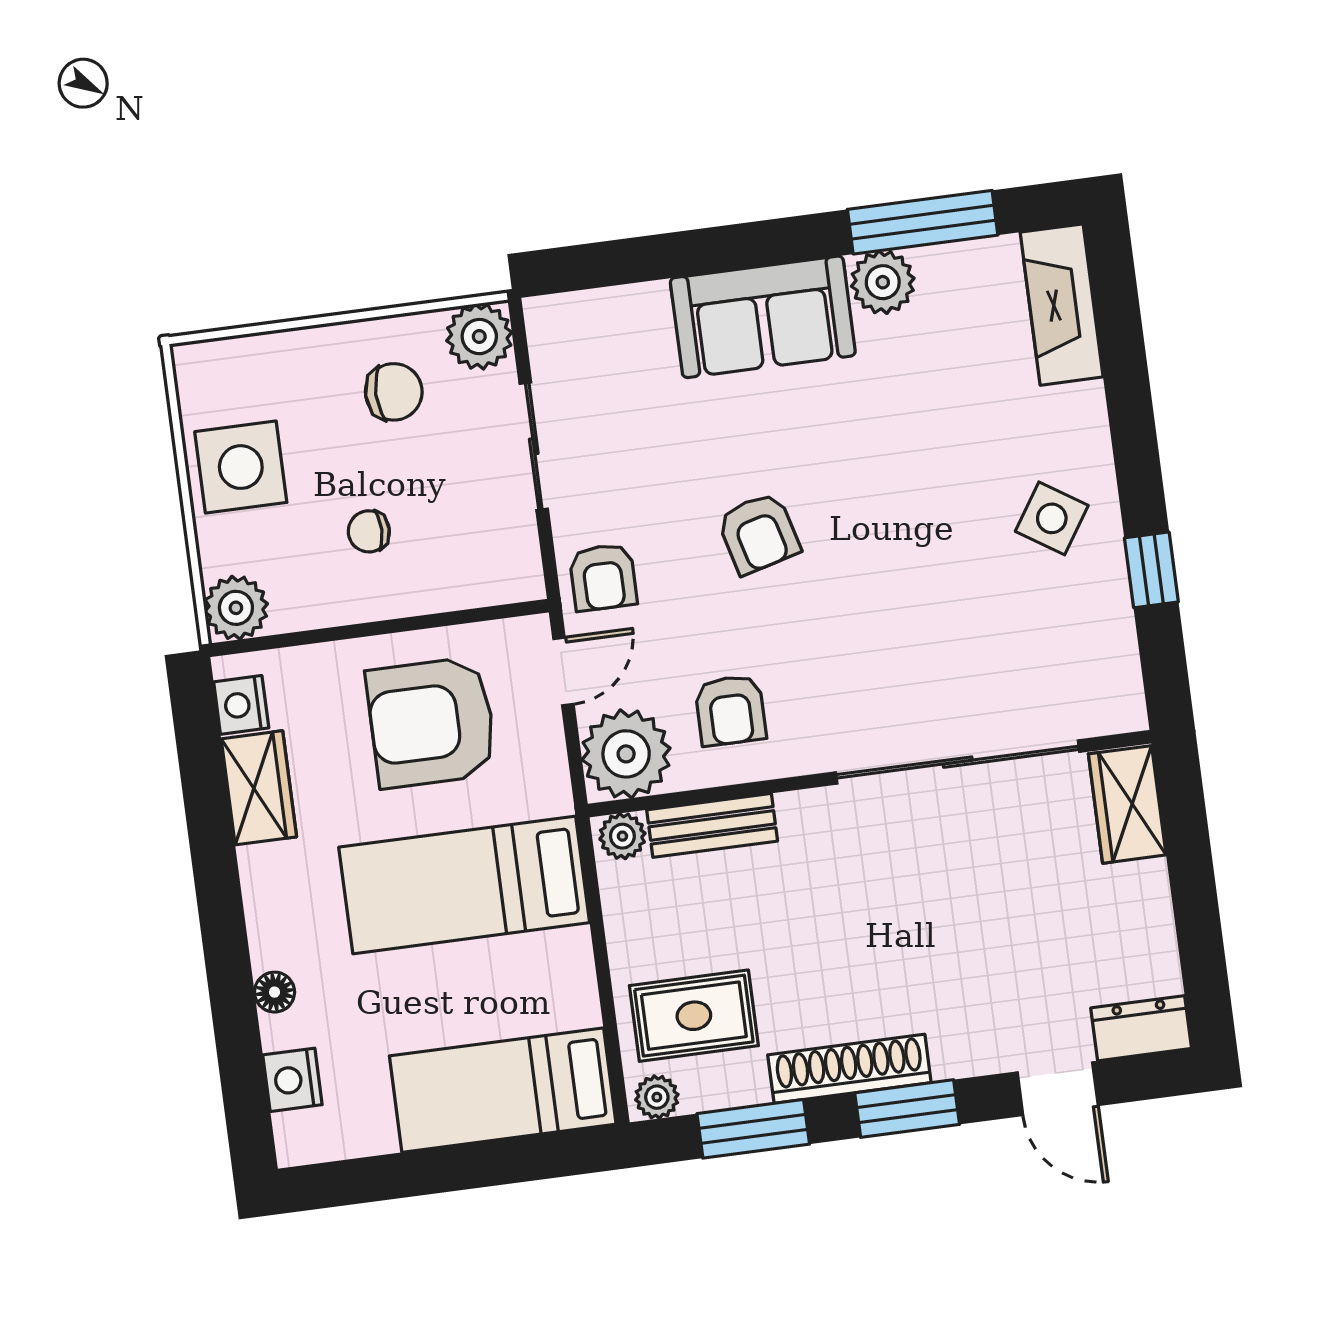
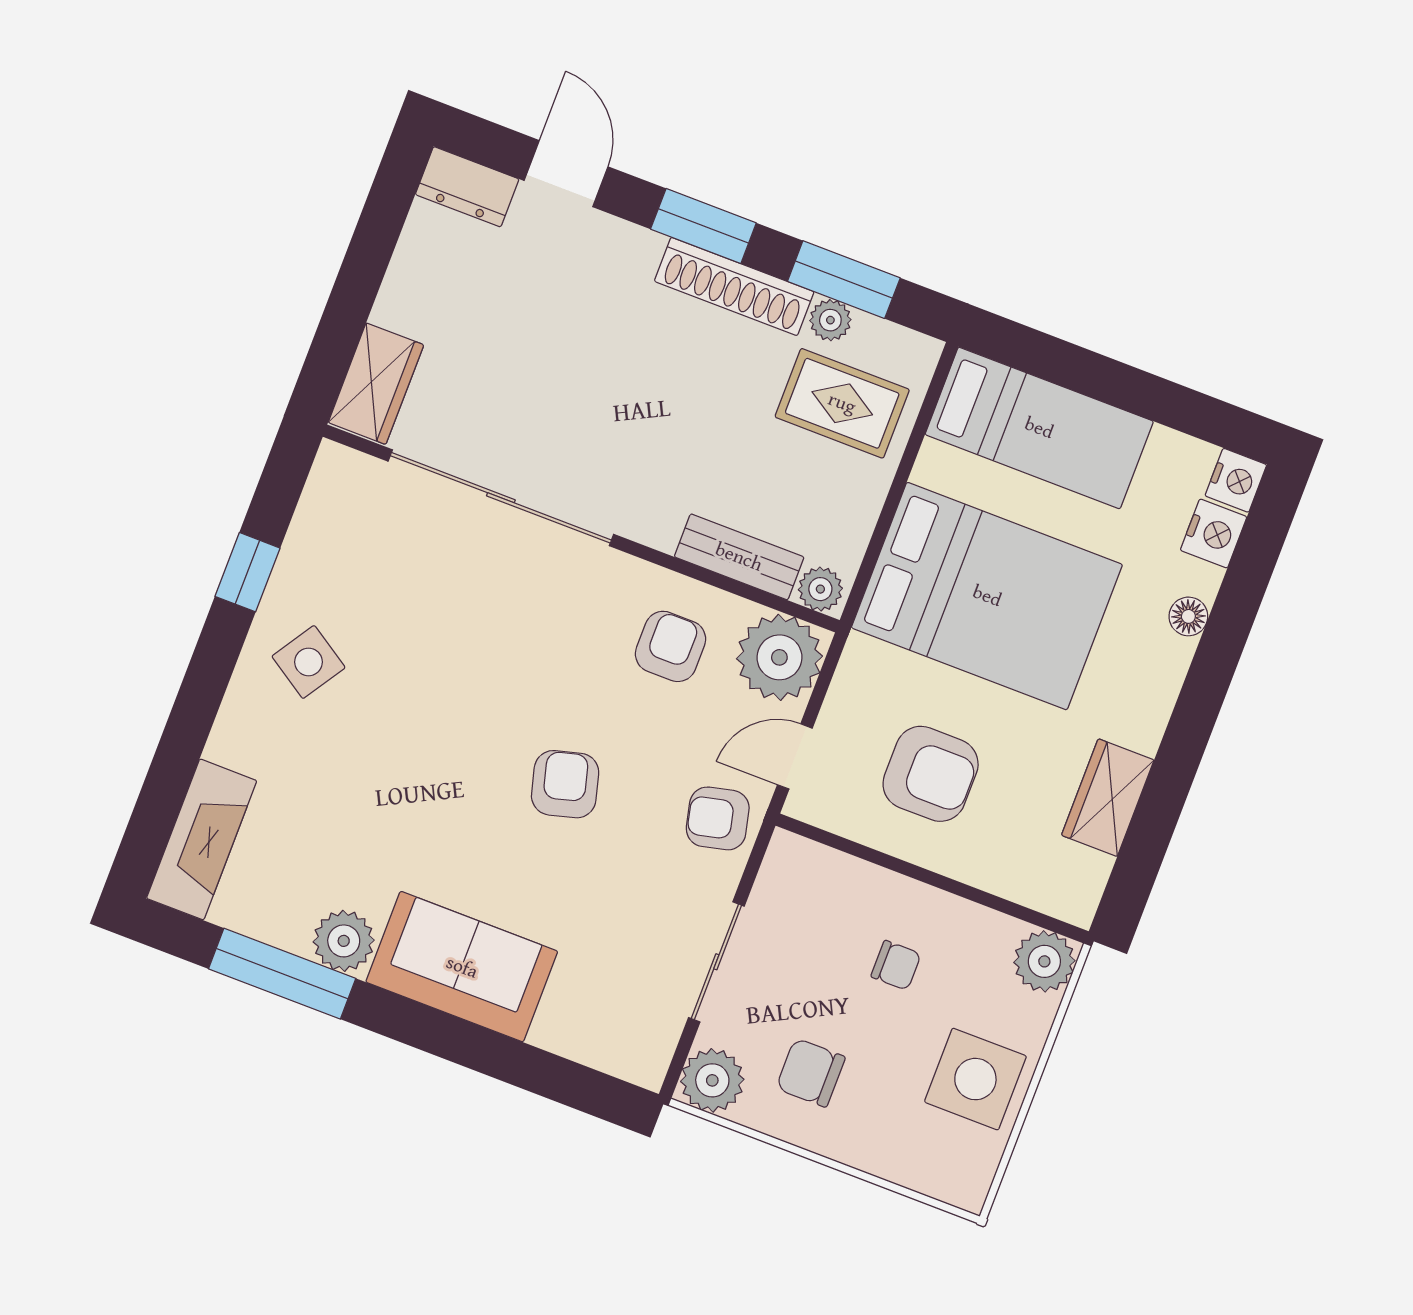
armchair: (603, 577) -> (718, 818), turned -103
nightstand: (241, 705) -> (1236, 480), moved
armchair: (432, 722) -> (931, 774), width x0.73, depth x0.73
bed: (464, 885) -> (987, 596), width x1.50
plant: (657, 1097) -> (830, 320), moved

